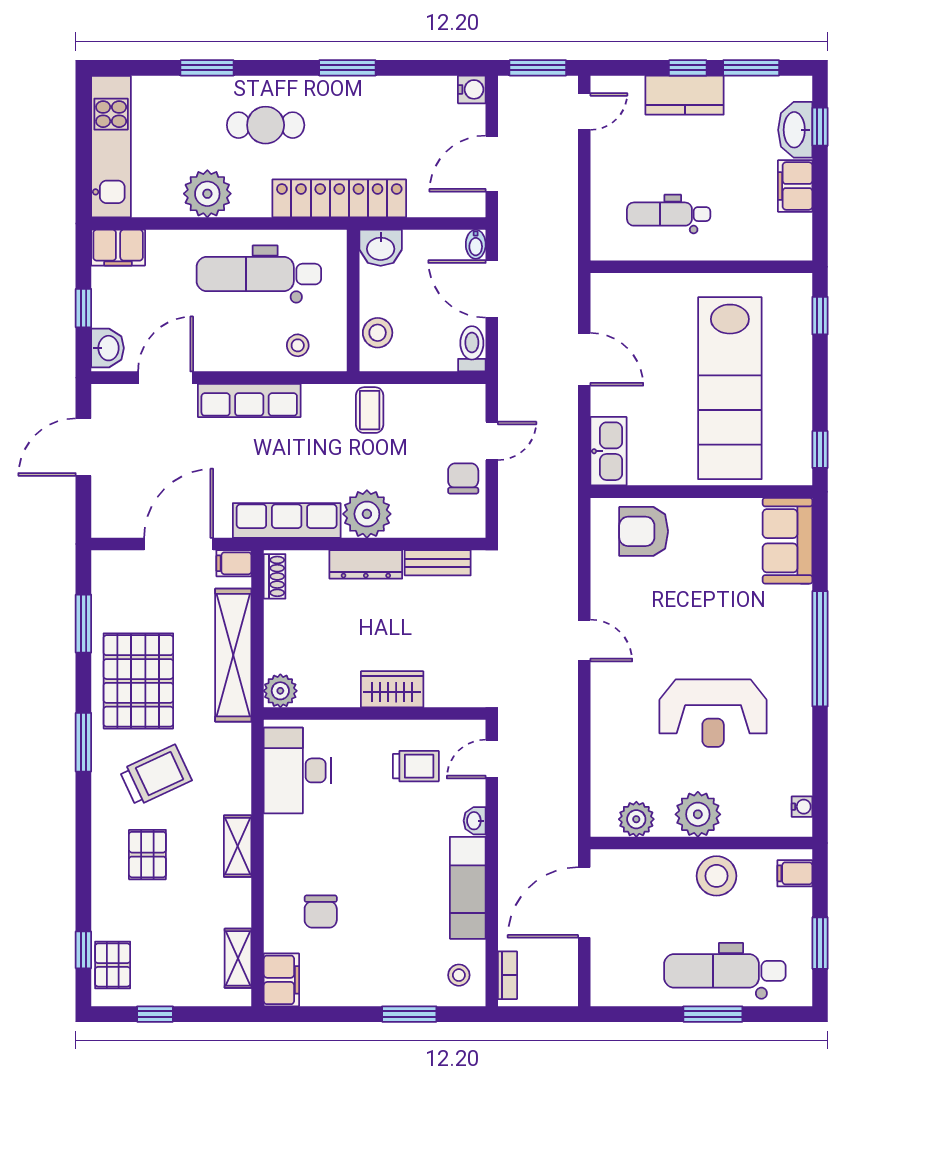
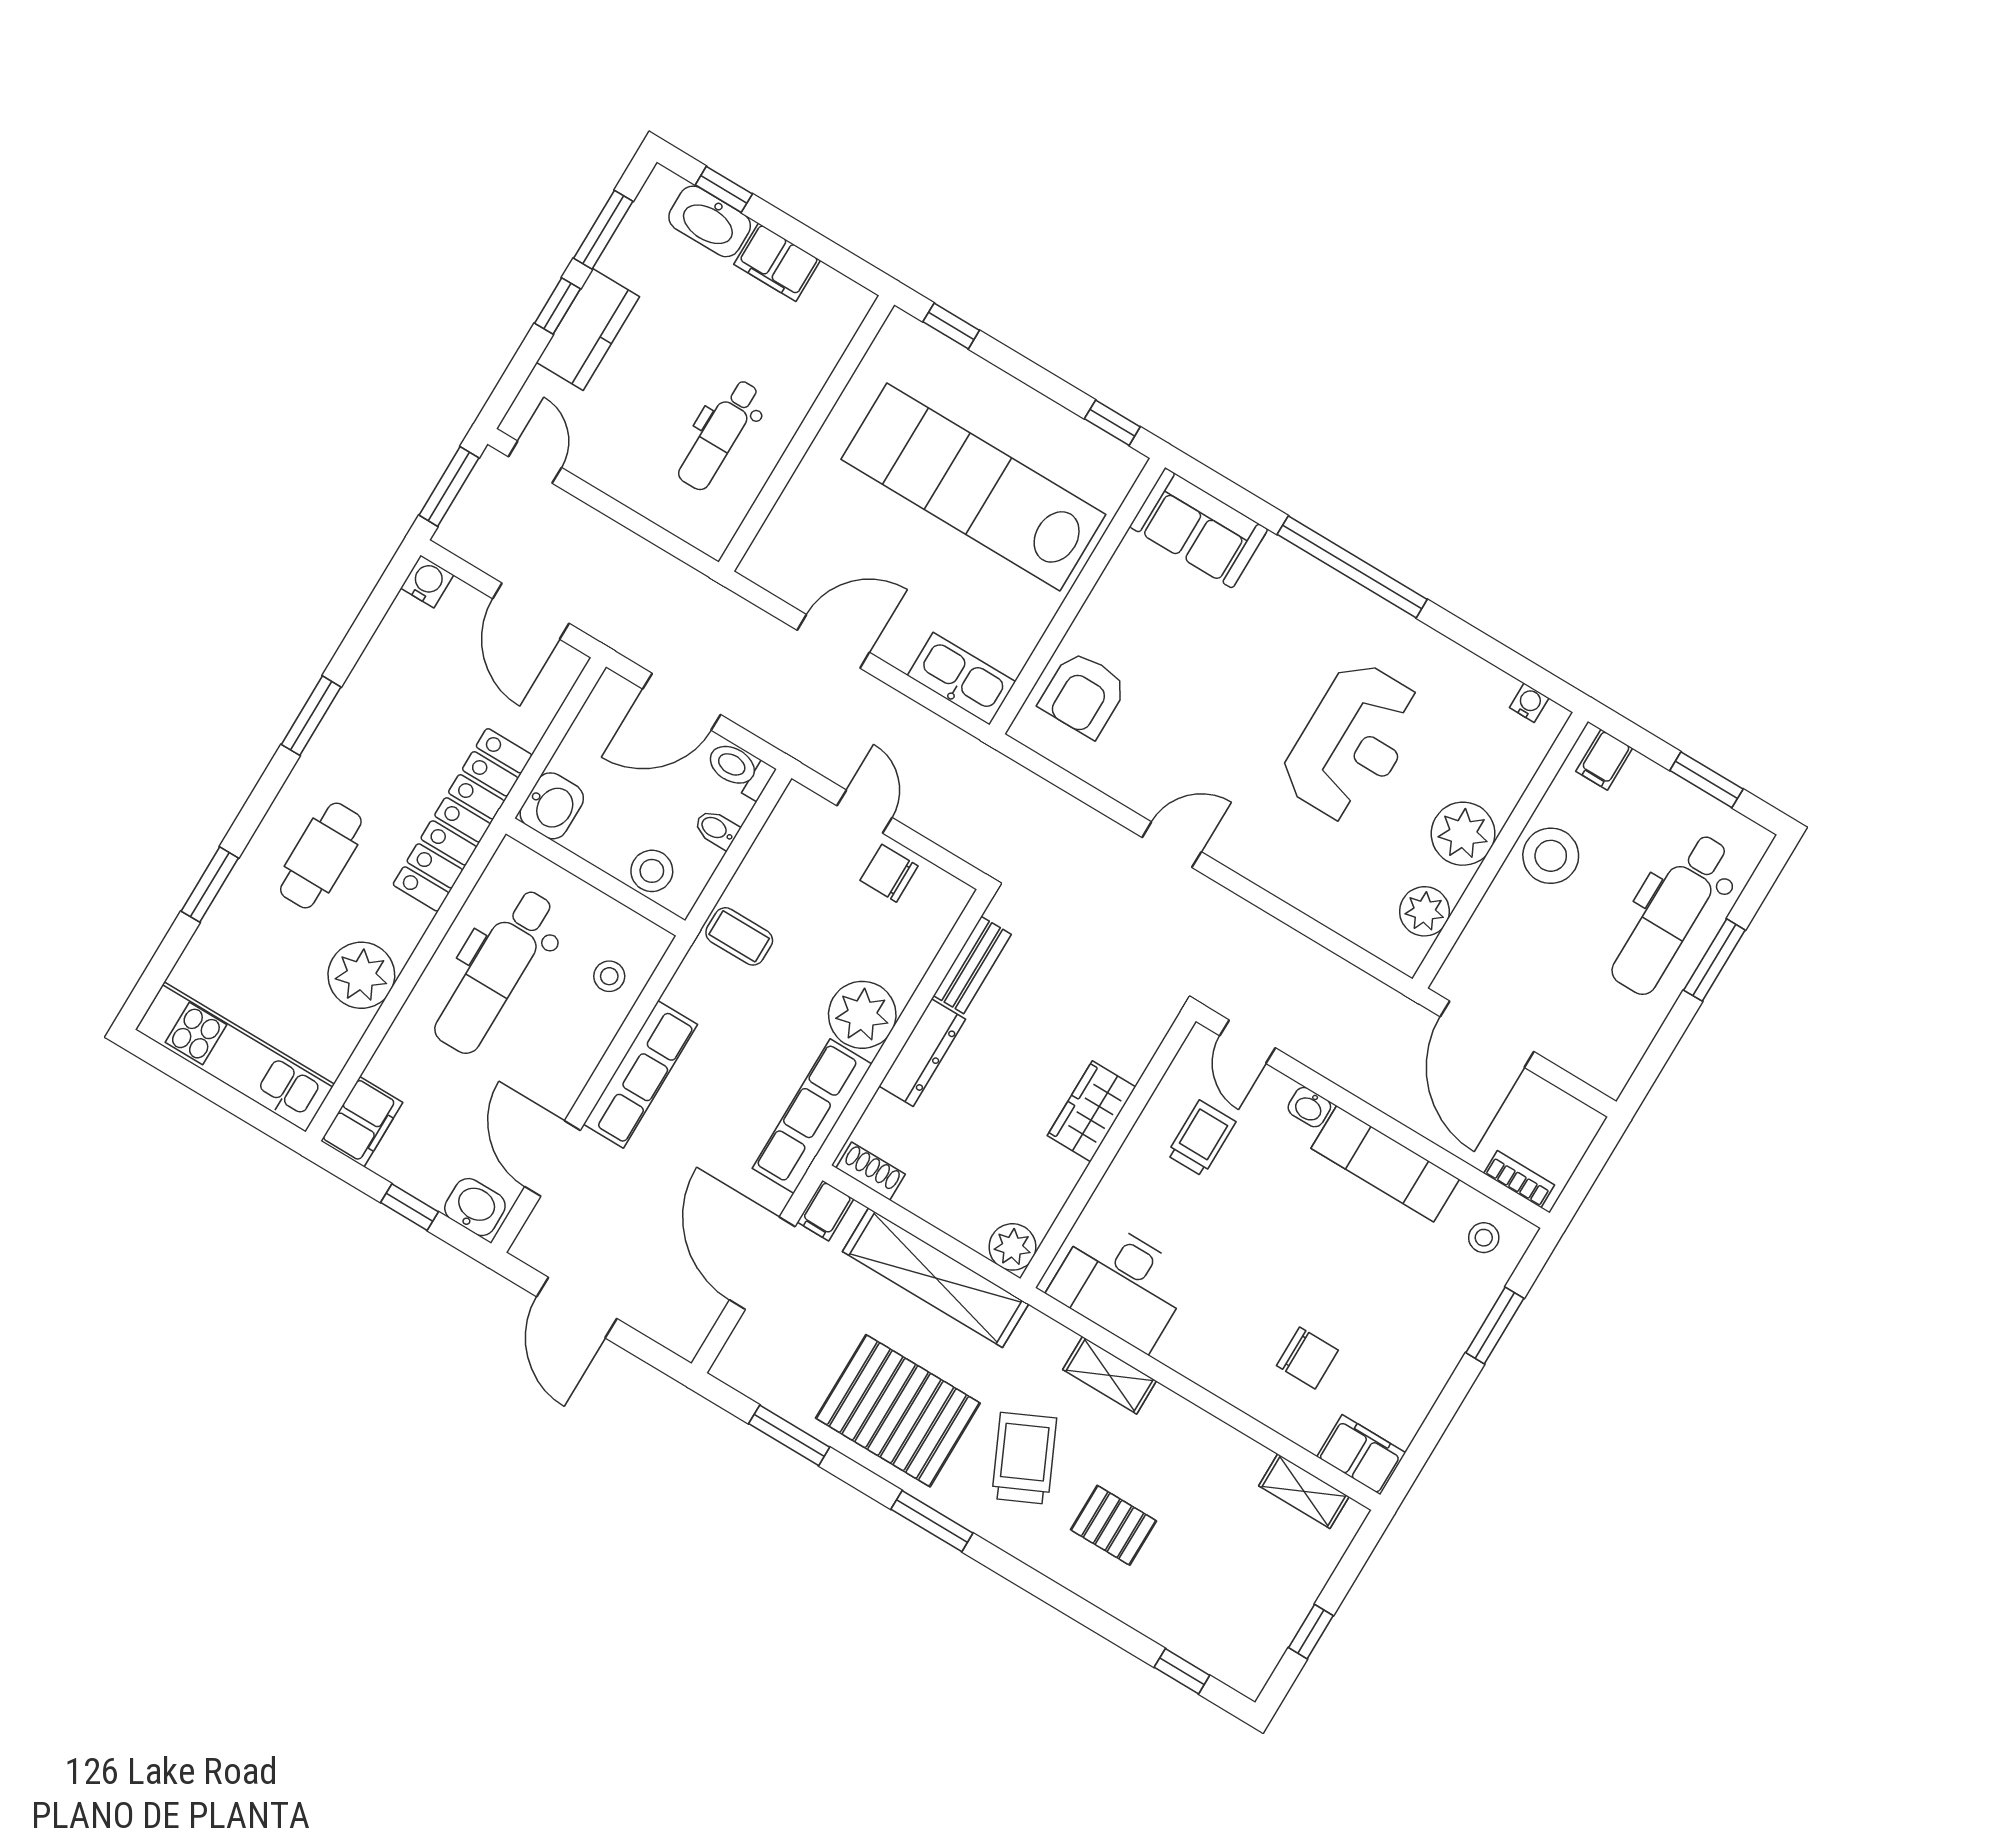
bidet: (476, 244) -> (716, 829), moved, turned 180
lab bench: (730, 388) -> (973, 487), turned 180
shelving: (238, 846) -> (1110, 1375), moved
pallet: (113, 965) -> (1221, 1647), removed

